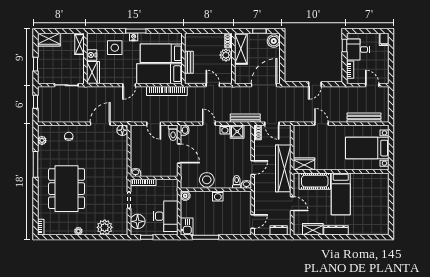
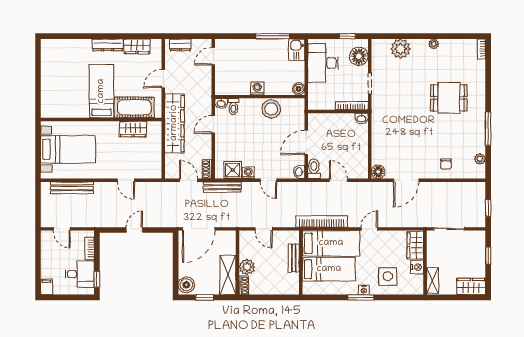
door: (179, 154) -> (306, 142), hinge flipped
wardrobe: (304, 164) -> (133, 129), moved
dining table: (67, 189) -> (449, 98), width x0.53, depth x0.80
door: (292, 204) -> (163, 79), hinge flipped

